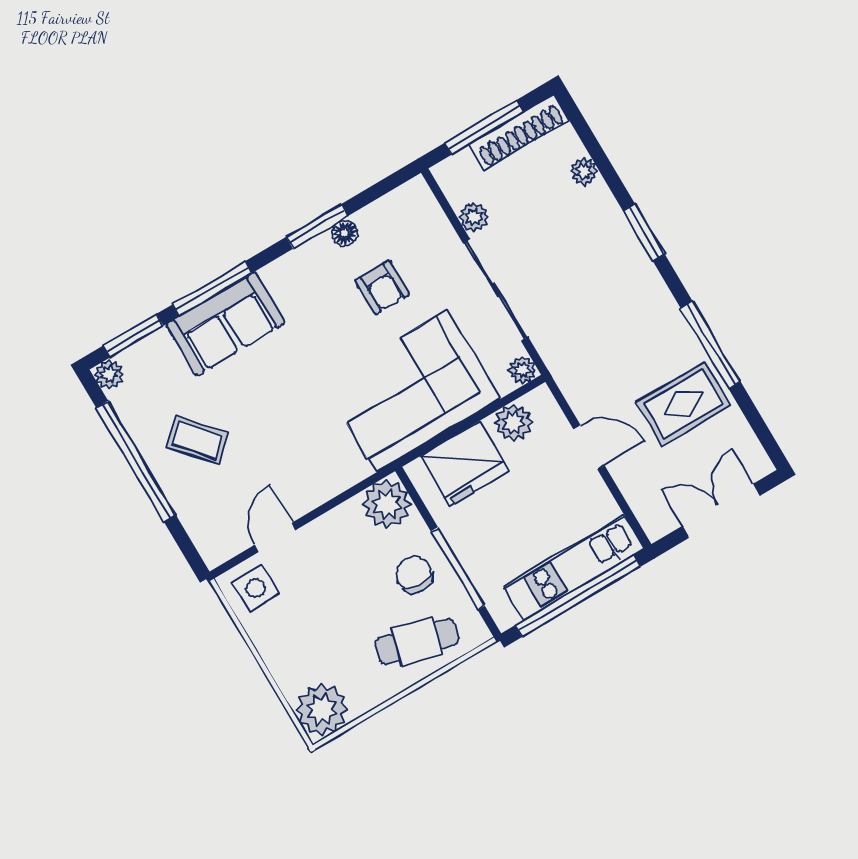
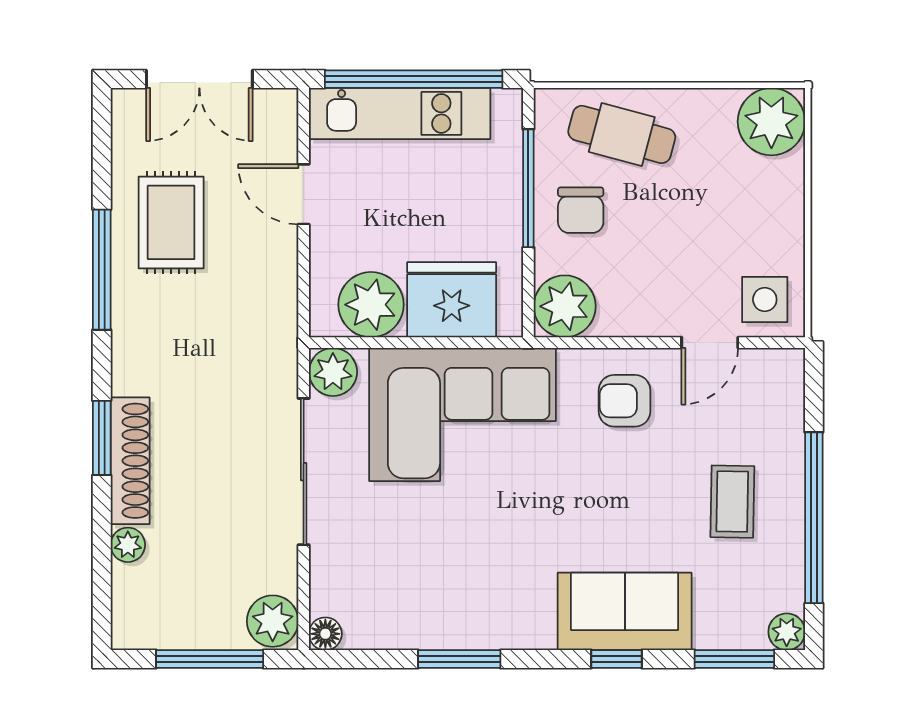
shoe rack: (519, 132) -> (130, 461), moved, turned 90
plant: (474, 217) -> (273, 621), moved, width x1.38, depth x1.38
floor lamp: (345, 233) -> (325, 634), moved
armchair: (382, 287) -> (625, 401), moved, turned -90
window: (212, 289) -> (617, 659), width x0.46
plant: (522, 370) -> (333, 372), width x1.38, depth x1.38
rug: (683, 404) -> (171, 222), turned 90
plant: (513, 422) -> (371, 305), width x1.36, depth x1.36
coffee table: (197, 440) -> (732, 502), turned 42
door: (589, 447) -> (304, 194), moved

